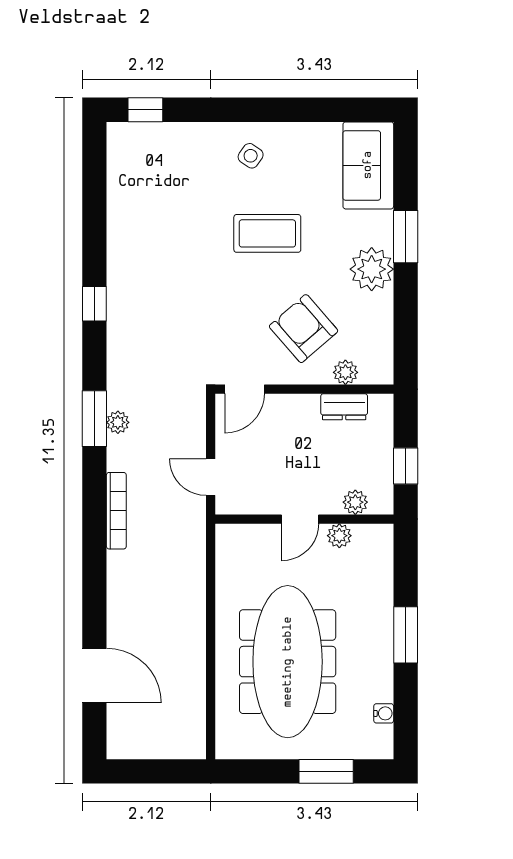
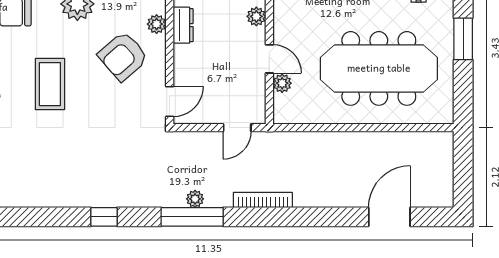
door: (245, 389) -> (170, 102), hinge flipped
window: (94, 419) -> (192, 217), width x1.44
plant: (339, 536) -> (282, 83), moved

